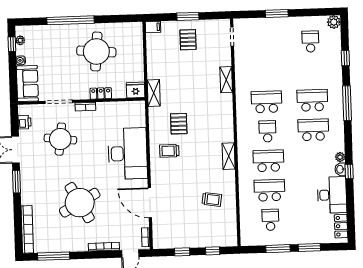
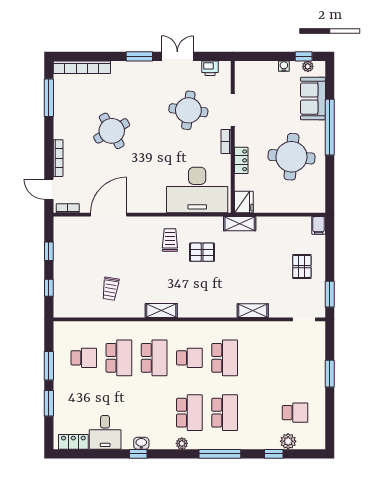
window: (188, 16) -> (330, 294), moved
plant: (334, 22) -> (288, 441), moved
pallet: (188, 40) -> (302, 267), turned 90
sofa: (27, 84) -> (313, 99), moved, turned 90
desk: (128, 153) -> (197, 190), moved
plant: (340, 157) -> (182, 443), moved
desk: (332, 195) -> (105, 432), width x0.73
round table: (80, 203) -> (112, 131), width x0.73, depth x0.73

